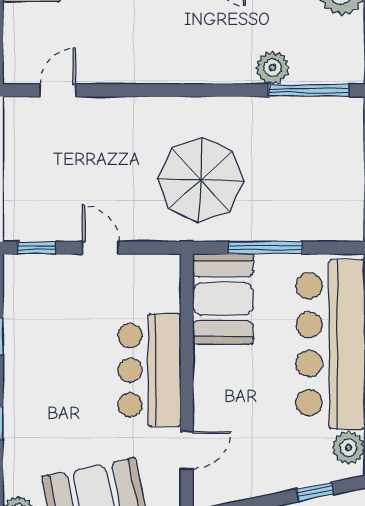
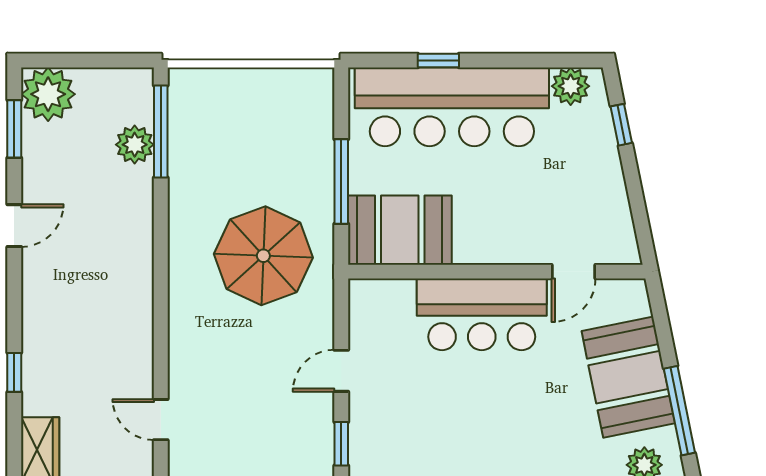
plant: (273, 68) -> (135, 145), moved
door: (187, 450) -> (574, 272), swing flipped

